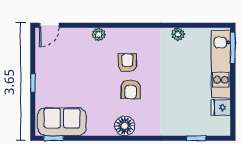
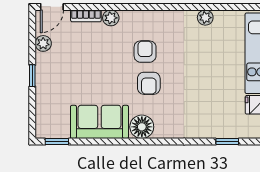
bookcase: (78, 33) -> (86, 16), added
plant: (42, 56) -> (43, 43), added
sofa: (62, 122) -> (99, 122), moved

